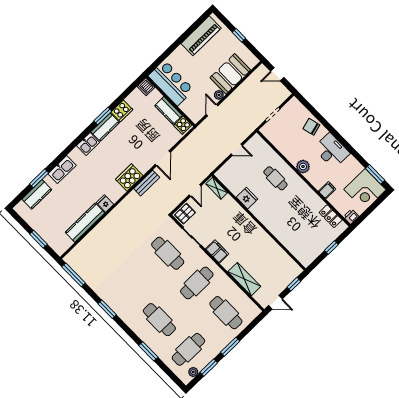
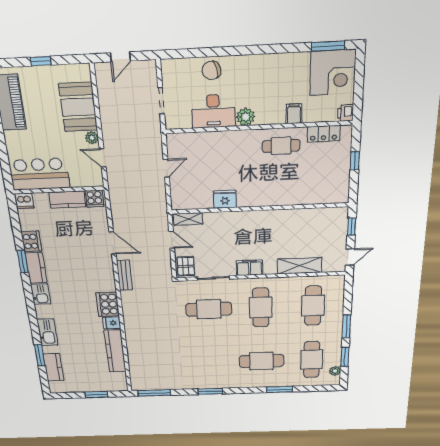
desk: (332, 151) -> (213, 111), moved, turned 180
cooker: (129, 178) -> (108, 304), moved
cafe table: (275, 178) -> (281, 146), moved
cafe table: (226, 313) -> (313, 306), turned 90

